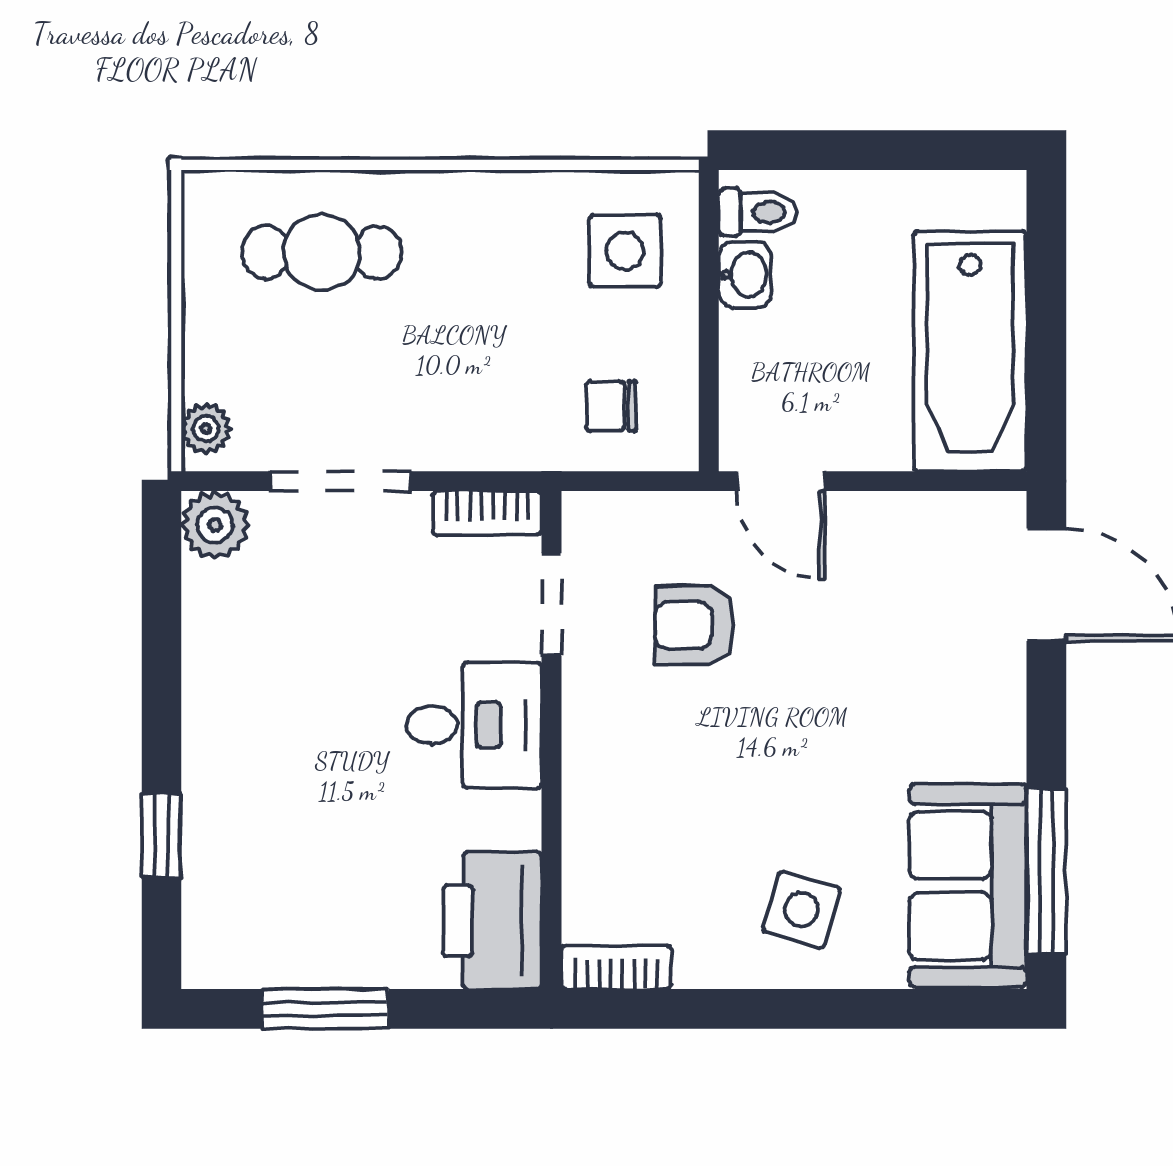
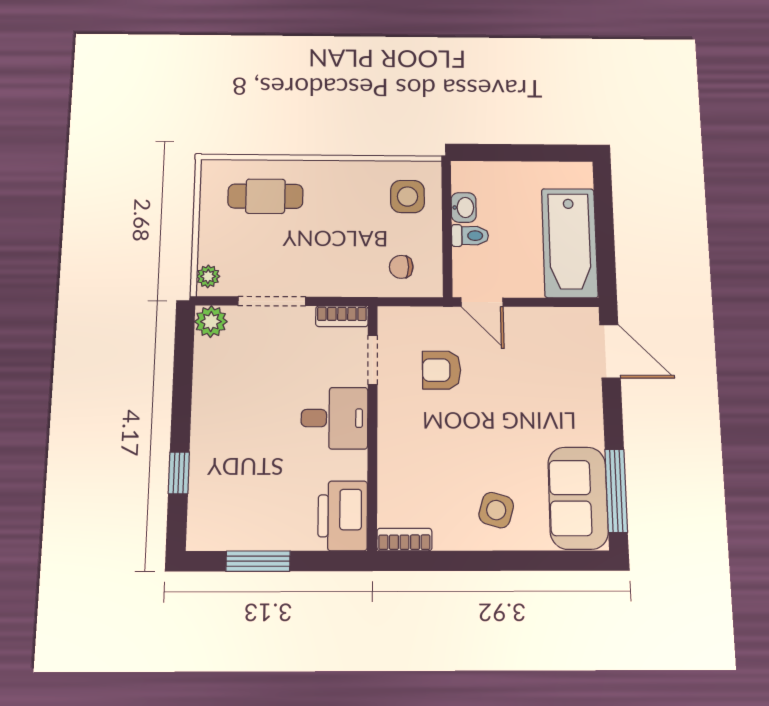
toilet: (758, 212) -> (470, 236), moved

